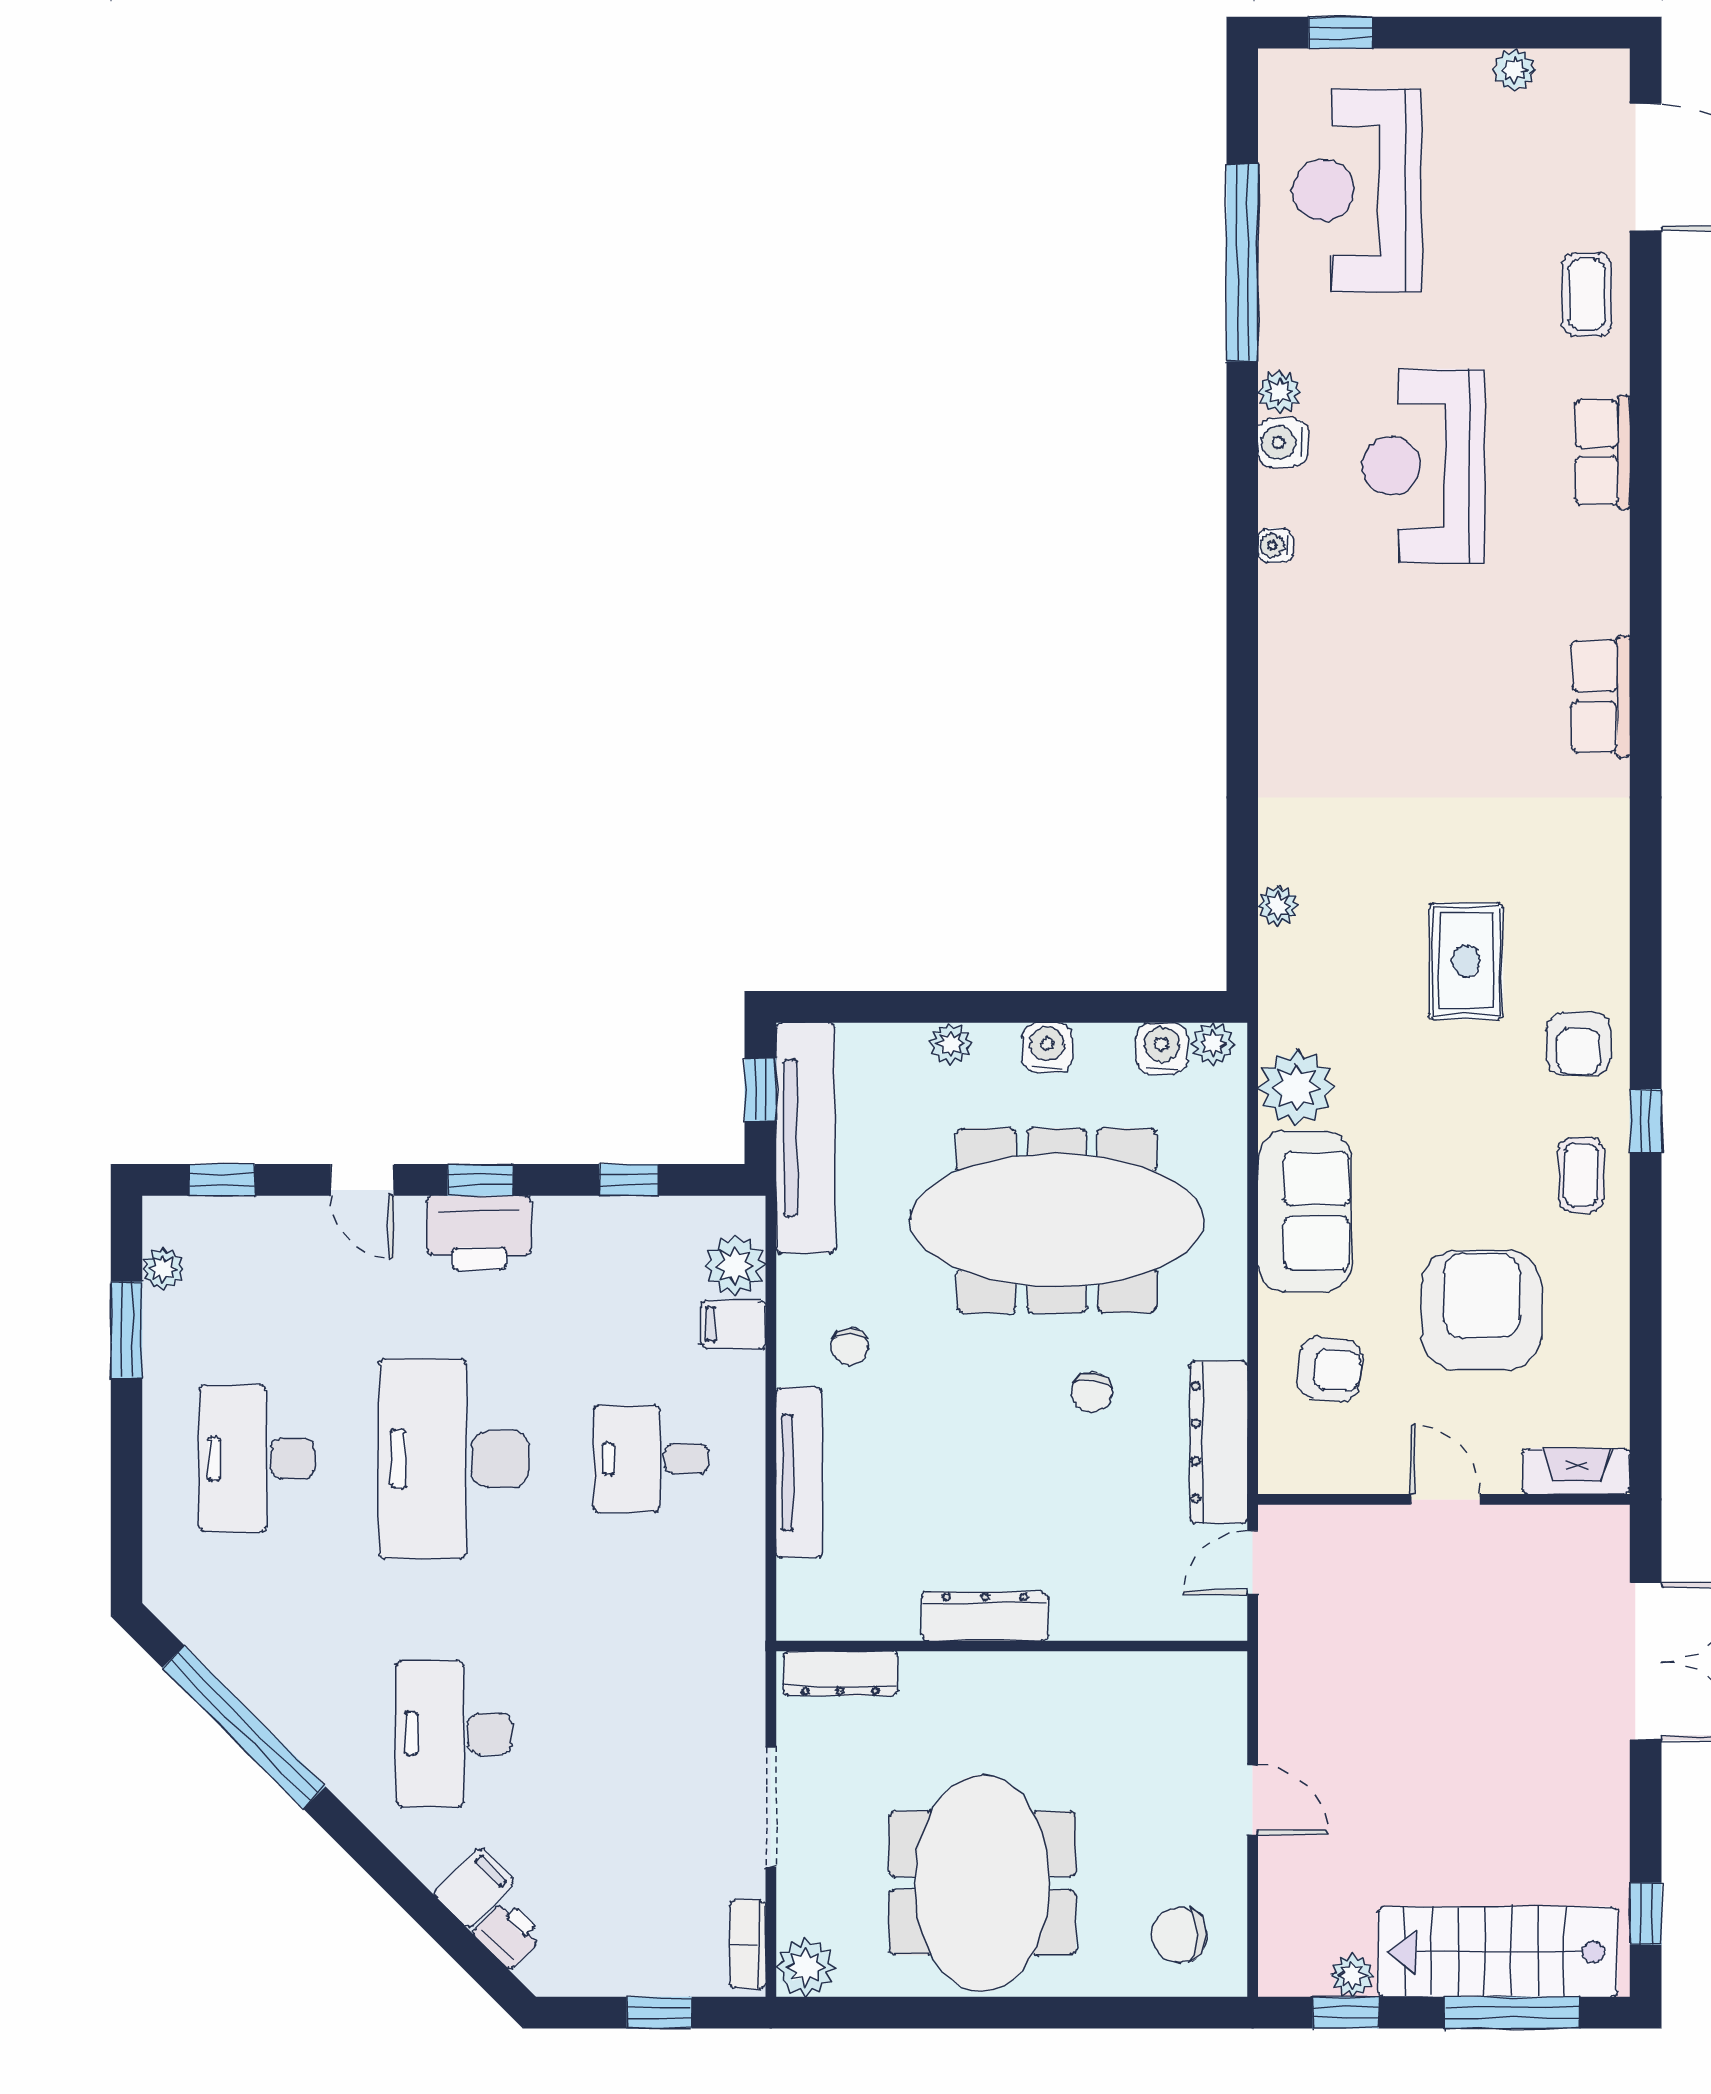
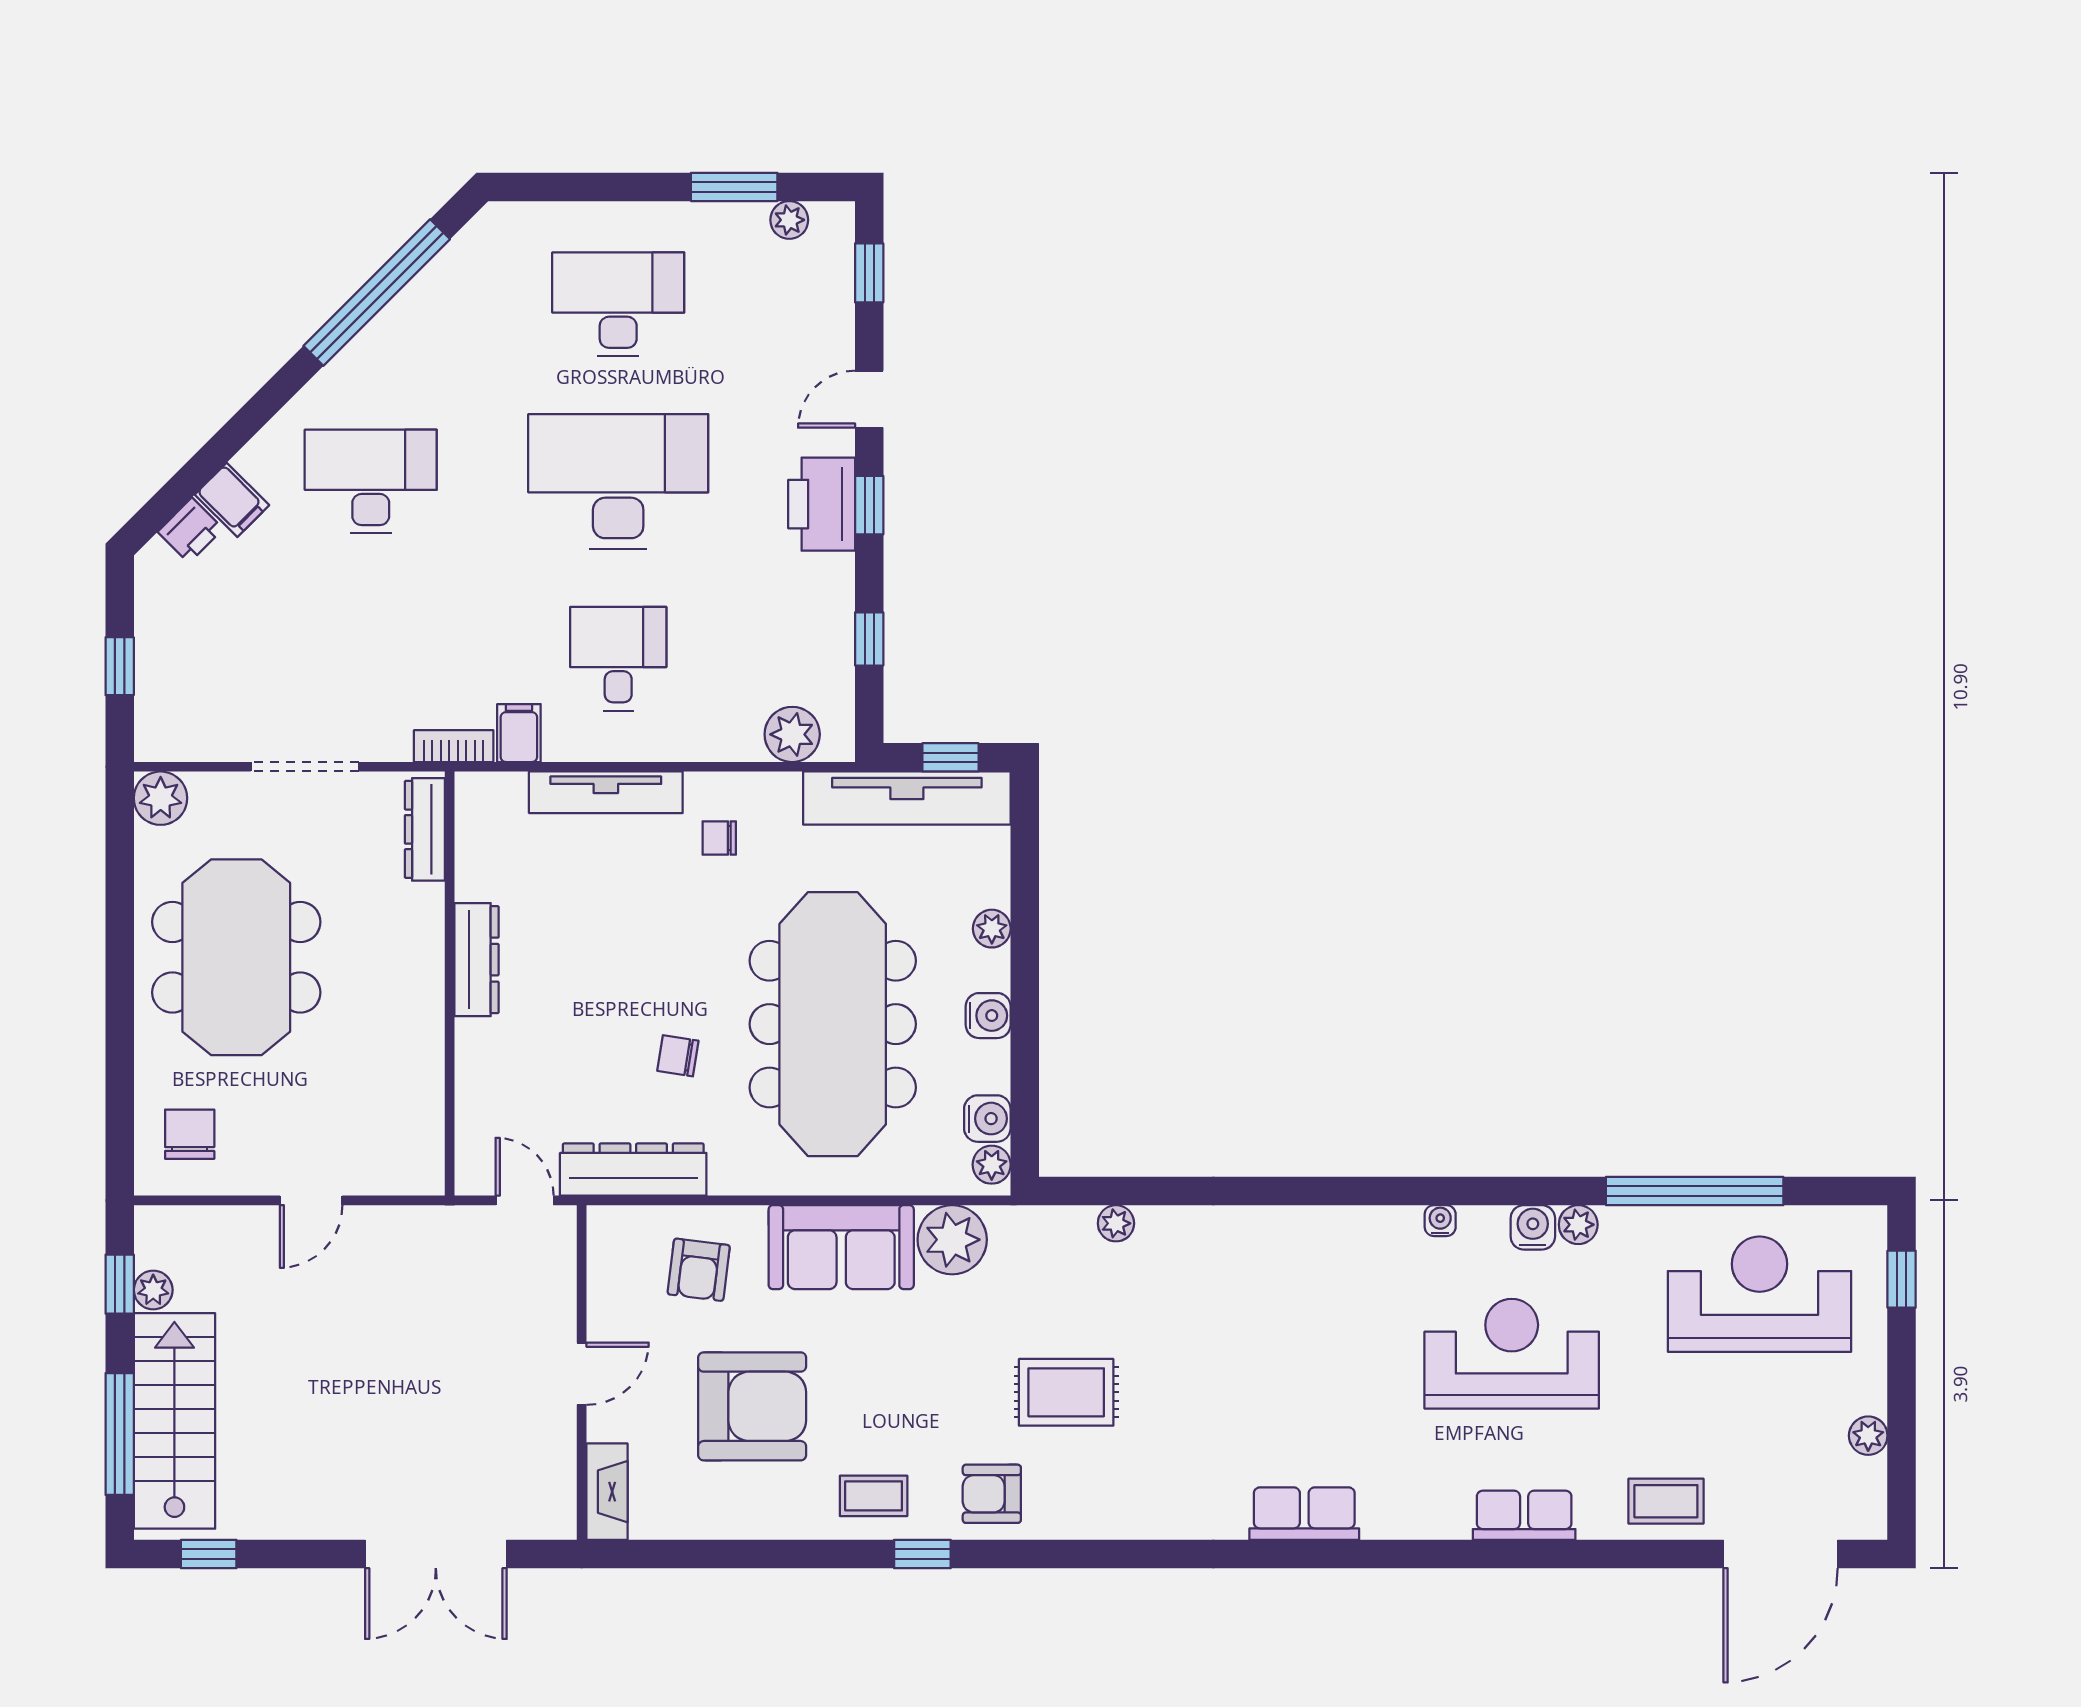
filing cabinet: (733, 1324) -> (519, 733), moved
meeting table: (982, 1883) -> (236, 957), turned 90
bookcase: (748, 1944) -> (454, 746), moved

